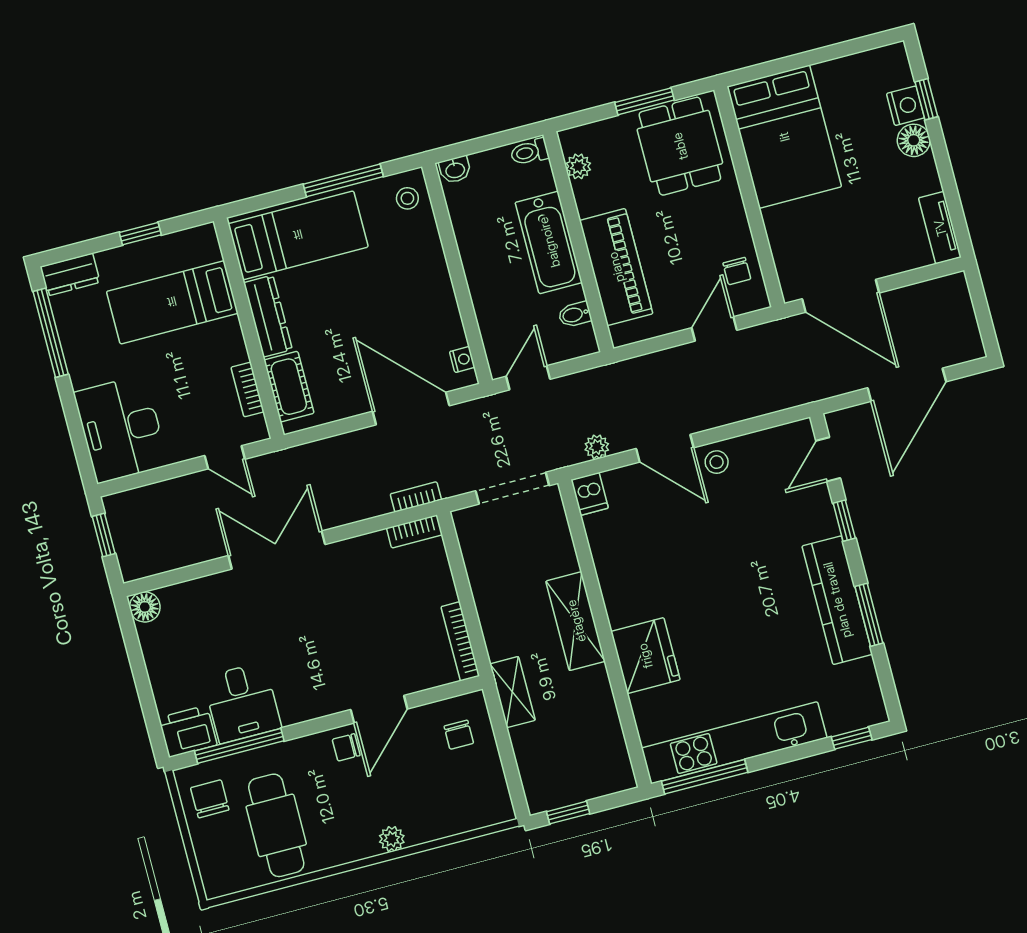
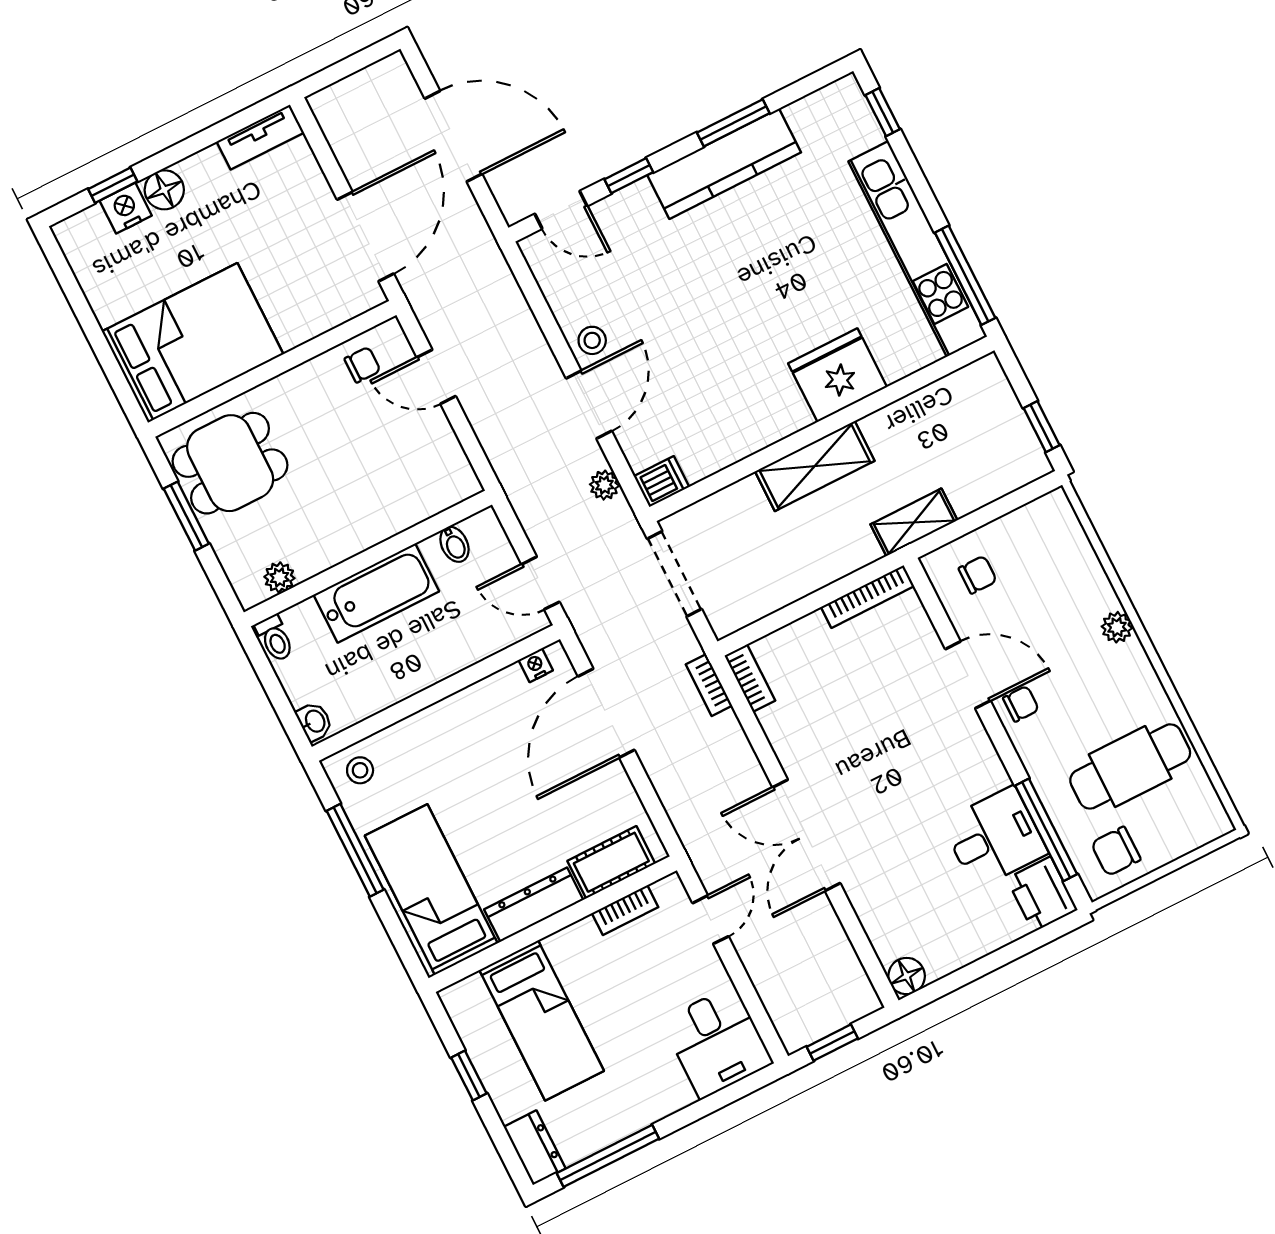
piano: (616, 267) -> (388, 508), removed
desk: (121, 429) -> (717, 1042), width x0.73
chair: (346, 747) -> (1021, 704), turned -90

